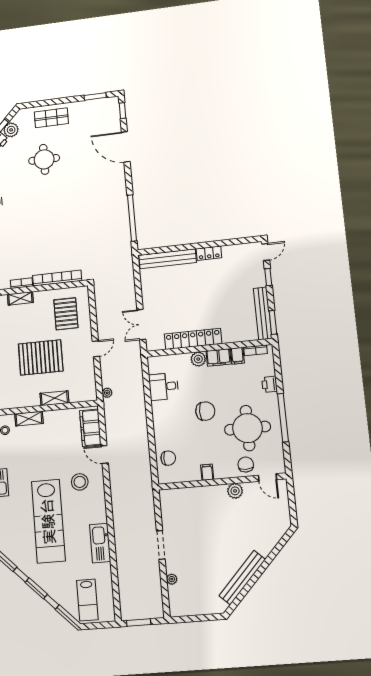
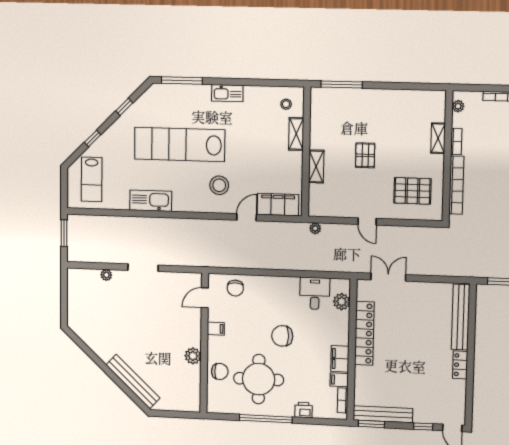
pallet: (41, 357) -> (365, 155), width x0.49, depth x0.50
plant: (198, 359) -> (342, 302), moved
chair: (205, 411) -> (282, 336), turned 90
door: (267, 478) -> (205, 298), moved
bench: (242, 578) -> (133, 381), moved
lab bench: (87, 600) -> (92, 179), turned -90

